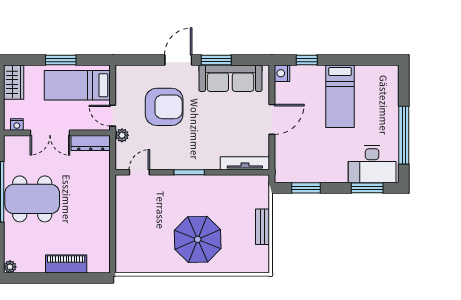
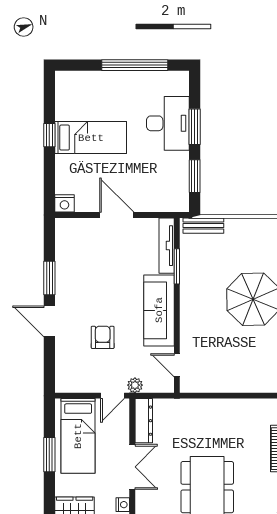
window: (307, 60) -> (49, 135), moved
sofa: (230, 78) -> (159, 310), moved, turned 180
armchair: (164, 107) -> (103, 337), width x0.53, depth x0.53
desk: (372, 164) -> (168, 123), moved
window: (189, 172) -> (177, 266), moved
window: (367, 188) -> (195, 127), moved
bench: (263, 227) -> (203, 226), moved

